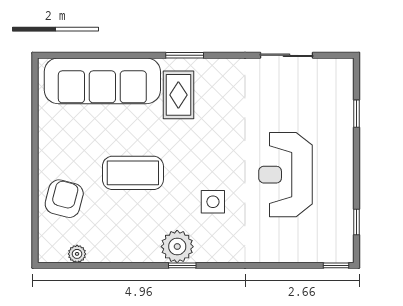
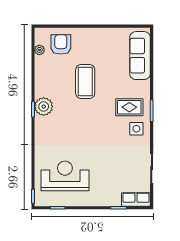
sofa: (102, 81) -> (140, 56), width x0.74, depth x0.79
row of seats: (342, 83) -> (136, 199), added
reception desk: (286, 175) -> (65, 176), moved
armchair: (64, 199) -> (61, 44), moved, turned -105
side table: (213, 202) -> (136, 129), moved

